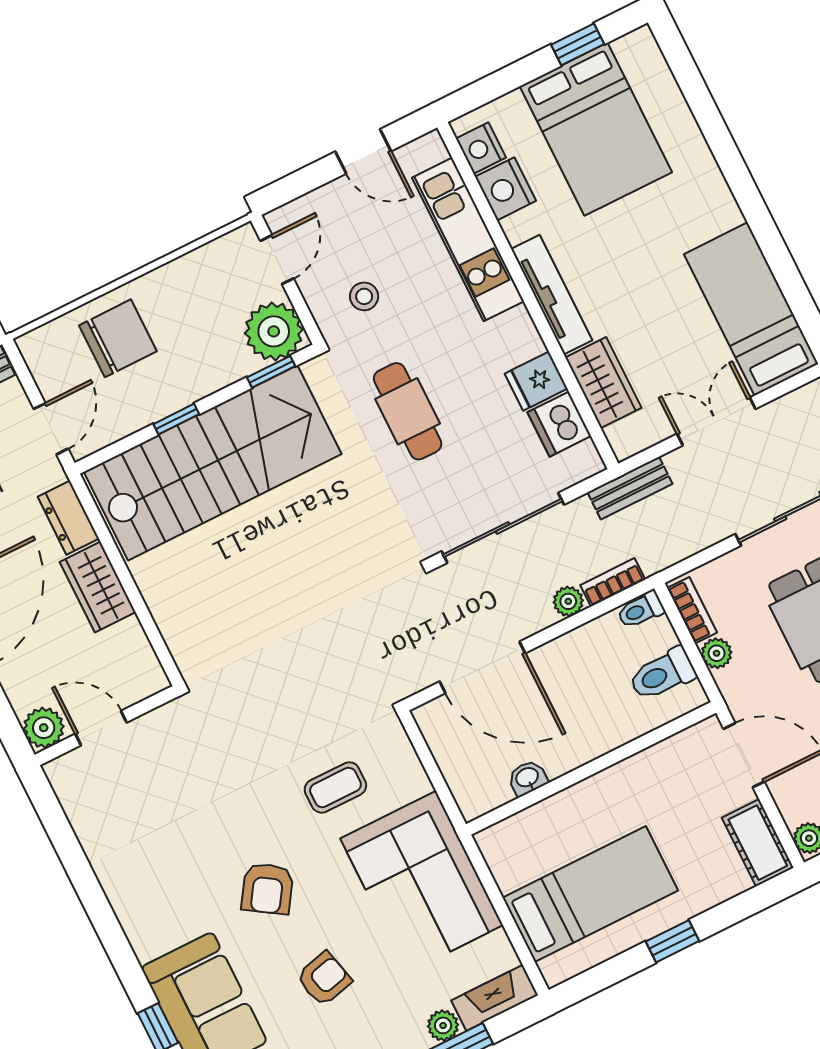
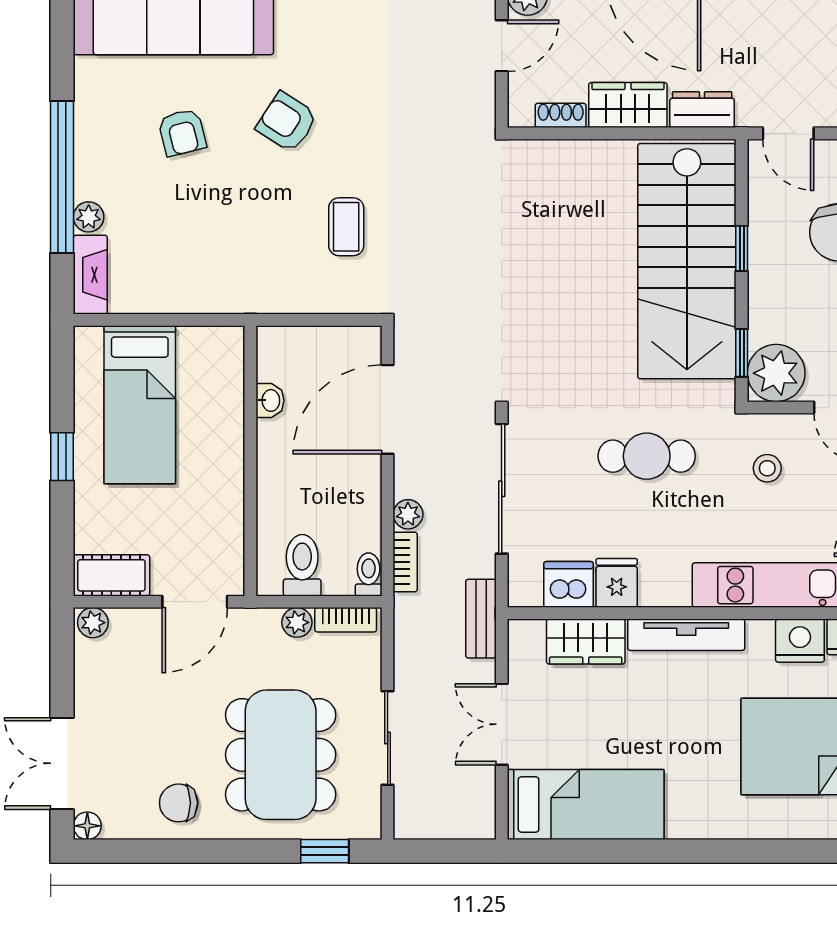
double door: (716, 421) -> (502, 724), swing flipped
shoe rack: (138, 643) -> (561, 115), added
corner sofa: (422, 882) -> (225, 261), removed

